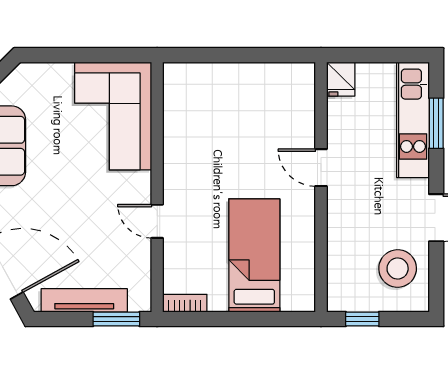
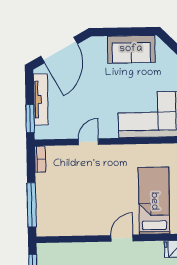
bed: (254, 255) -> (154, 201), moved, turned -90
window: (262, 319) -> (32, 205), added

